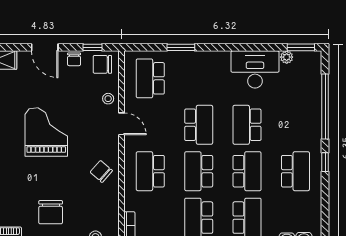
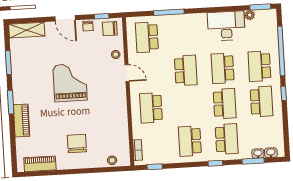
window: (181, 47) -> (169, 12), width x1.44
chair: (101, 171) -> (114, 110), removed
school desk: (199, 171) -> (259, 66), moved
chair: (51, 212) -> (77, 144), turned 180

